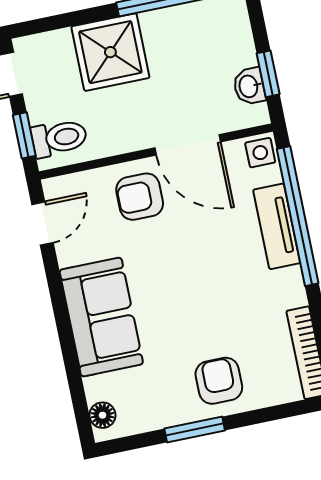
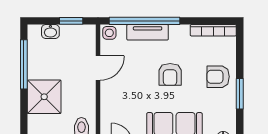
washbasin: (249, 86) -> (50, 31), moved
door: (188, 145) -> (98, 68), width x0.73
armchair: (140, 197) -> (170, 74), moved

